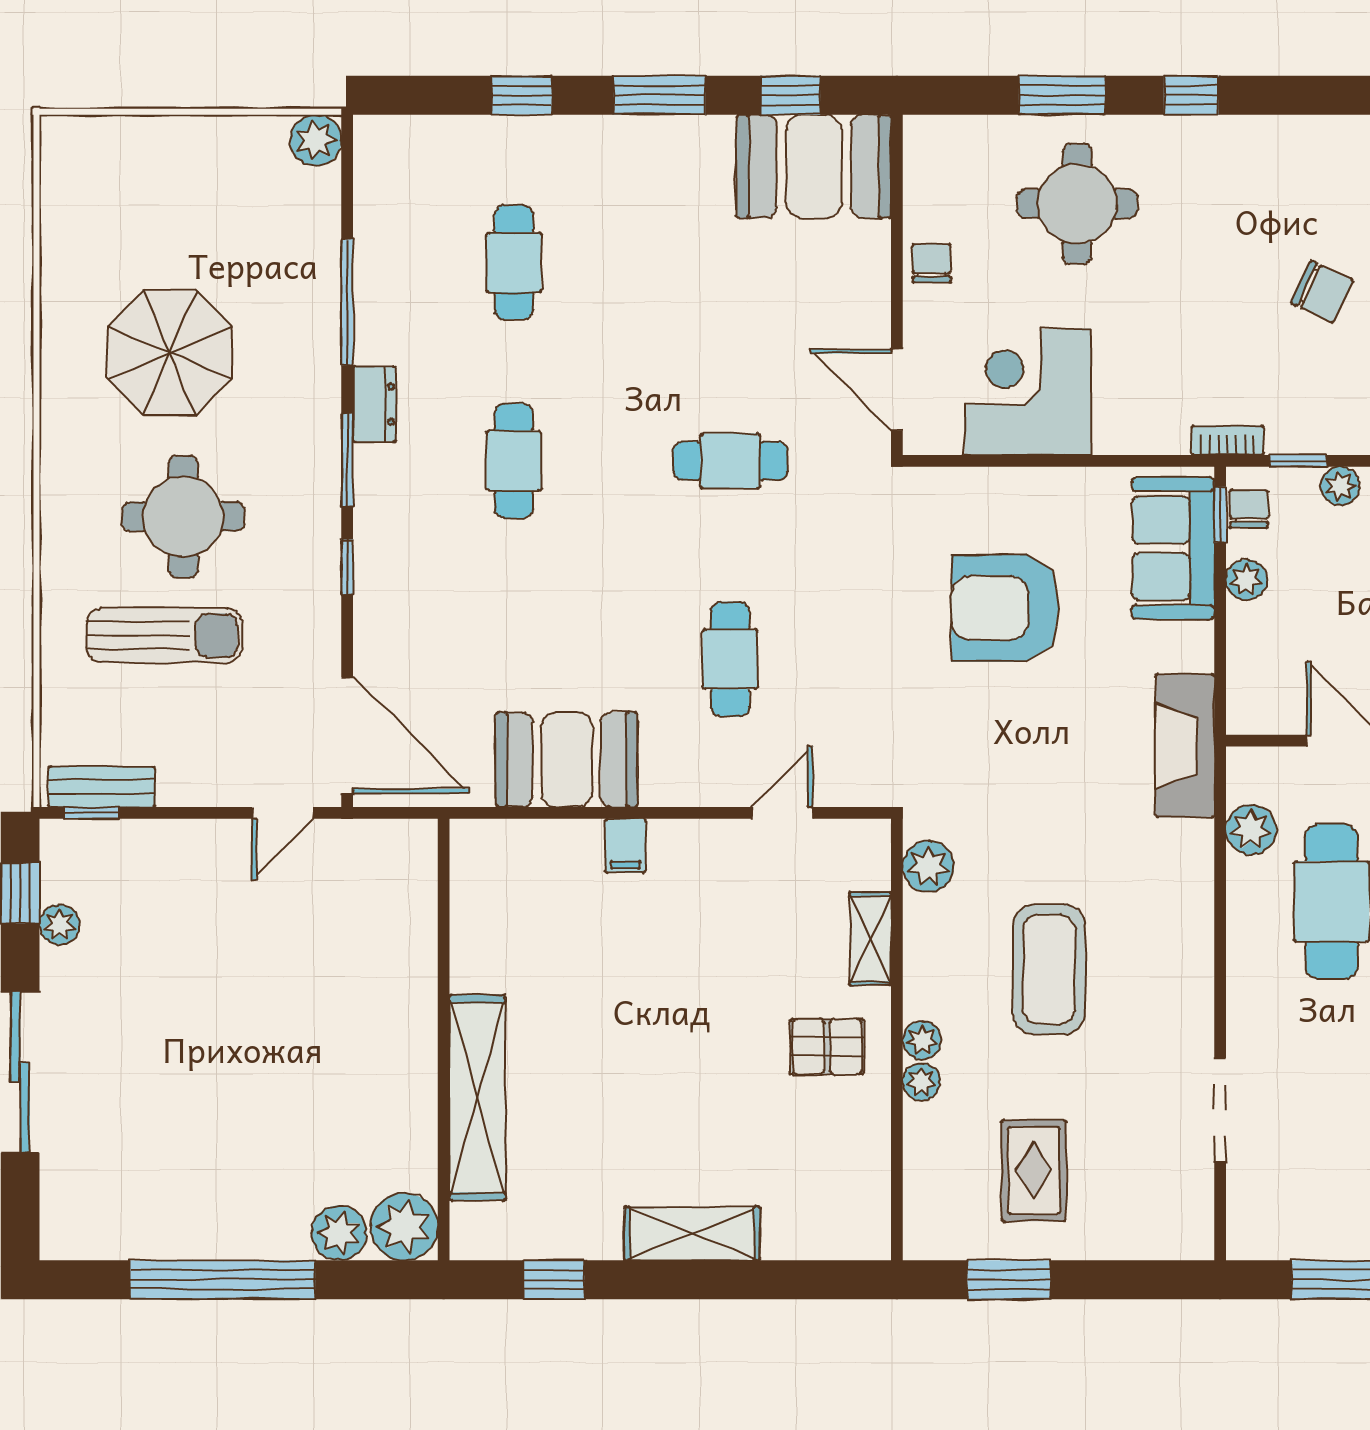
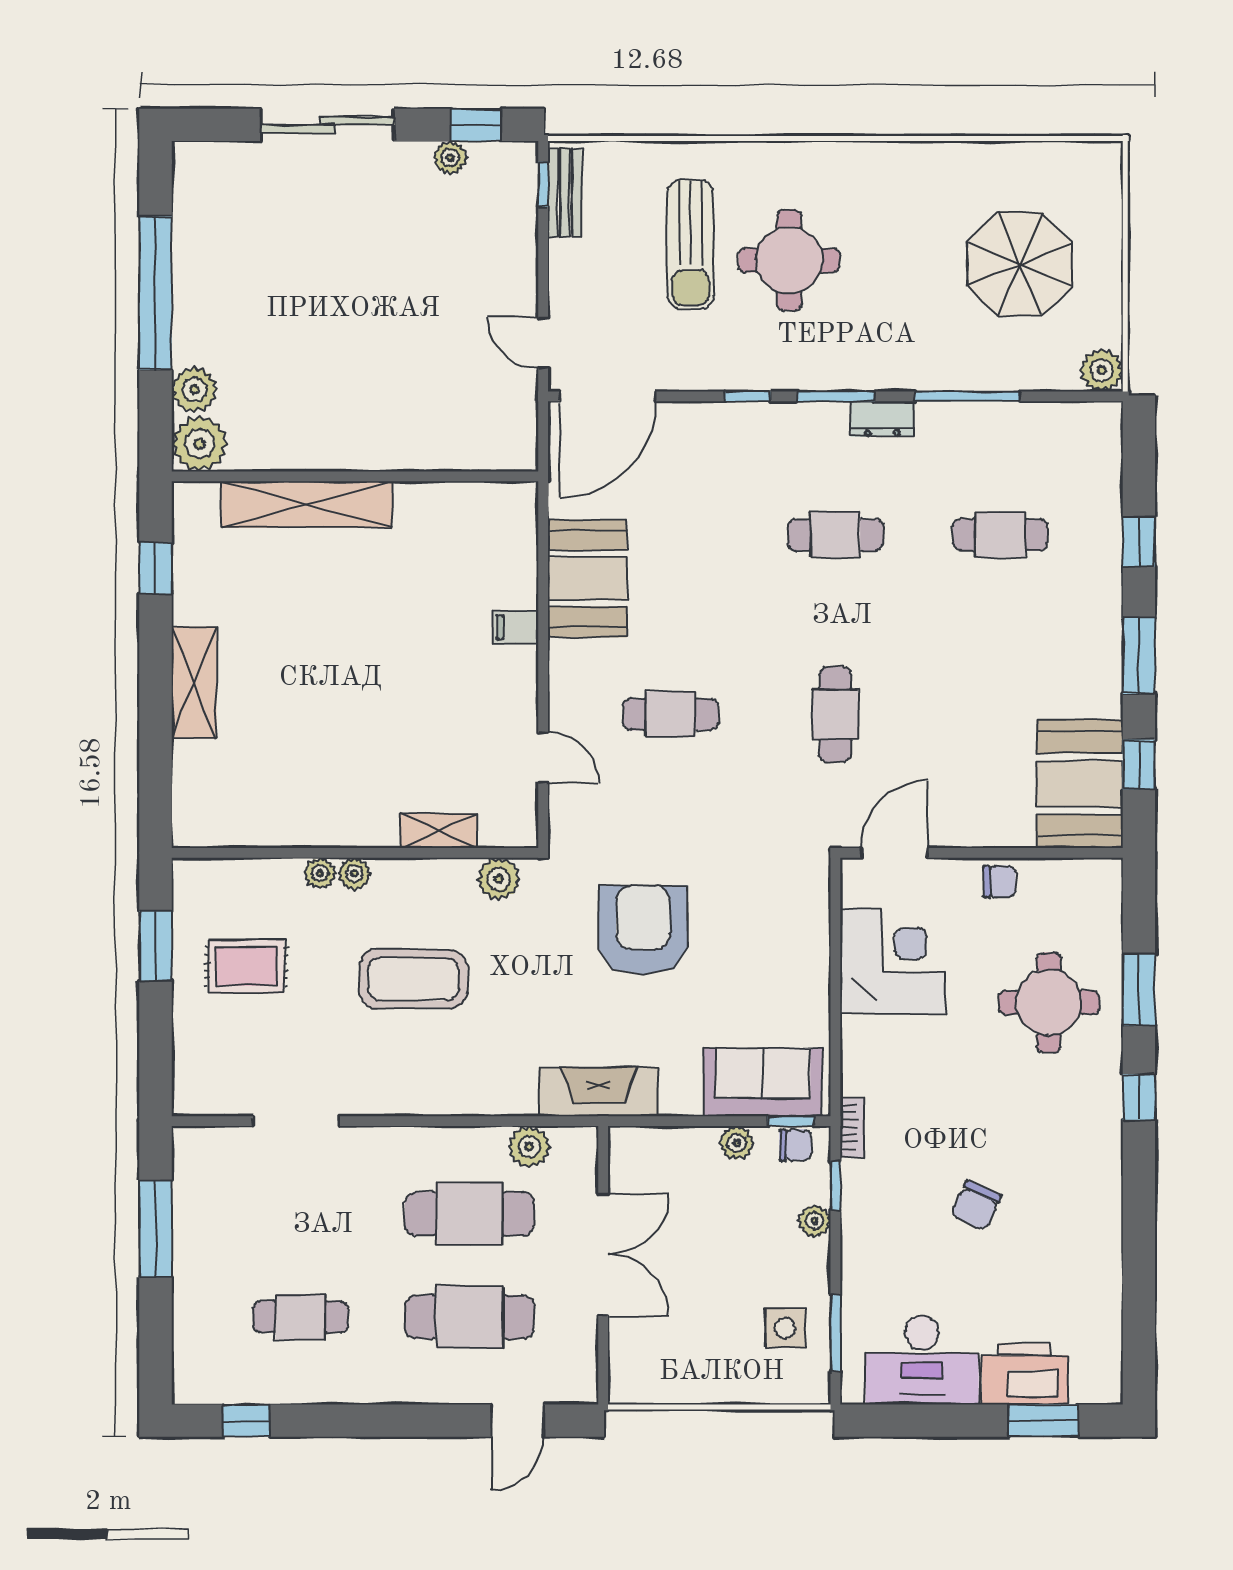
parasol: (170, 353) -> (1020, 264), moved
armchair: (1005, 608) -> (643, 930), moved
pallet: (827, 1047) -> (349, 795), removed

